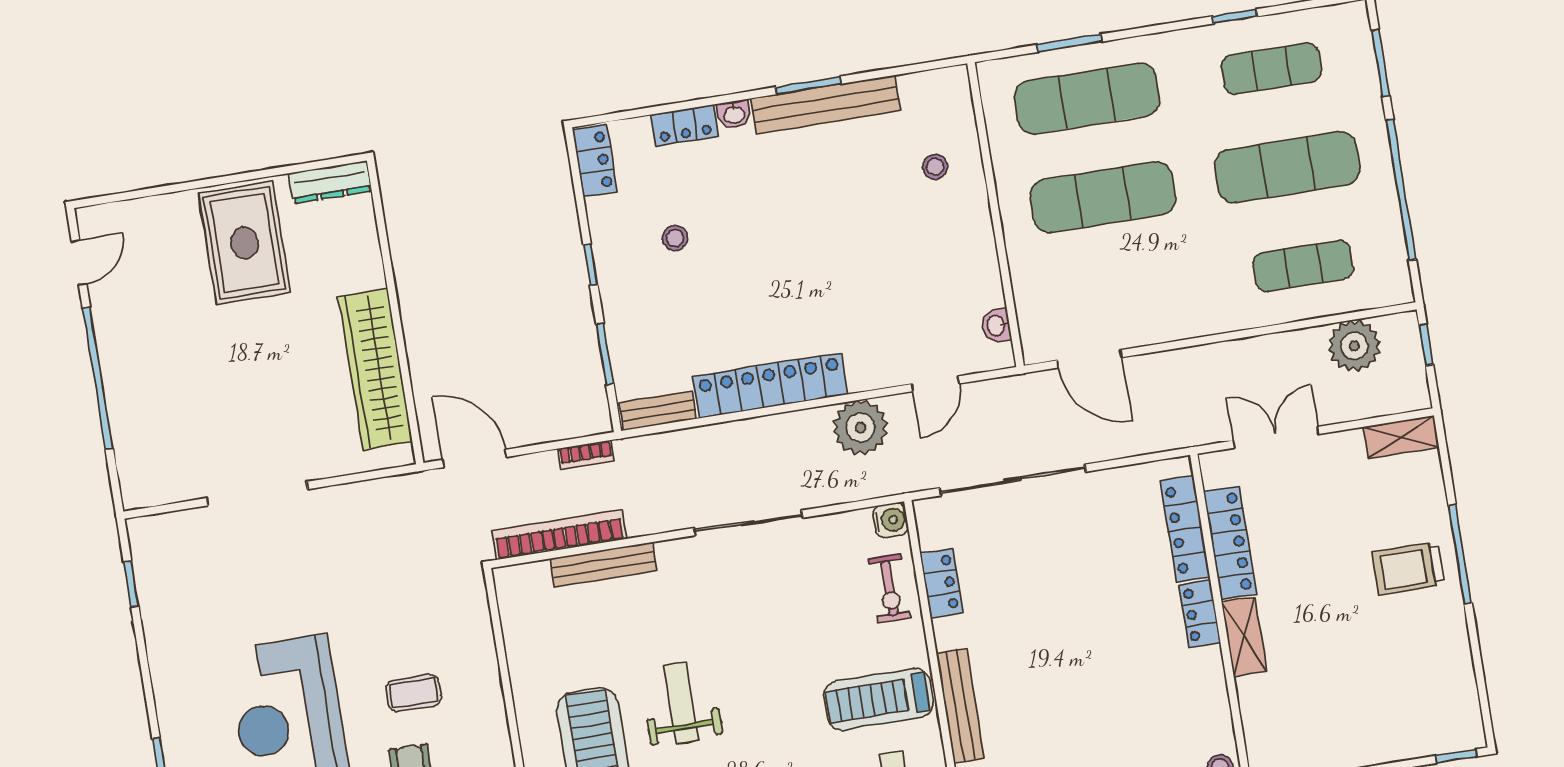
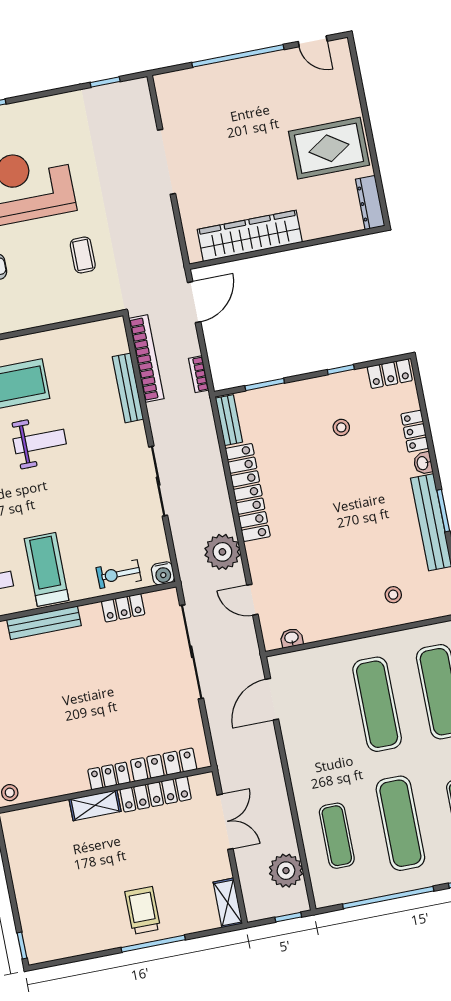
window: (590, 265) -> (341, 370), moved
coffee table: (414, 693) -> (83, 255), moved

